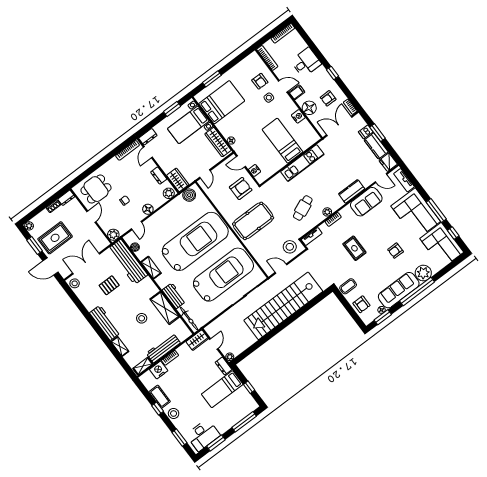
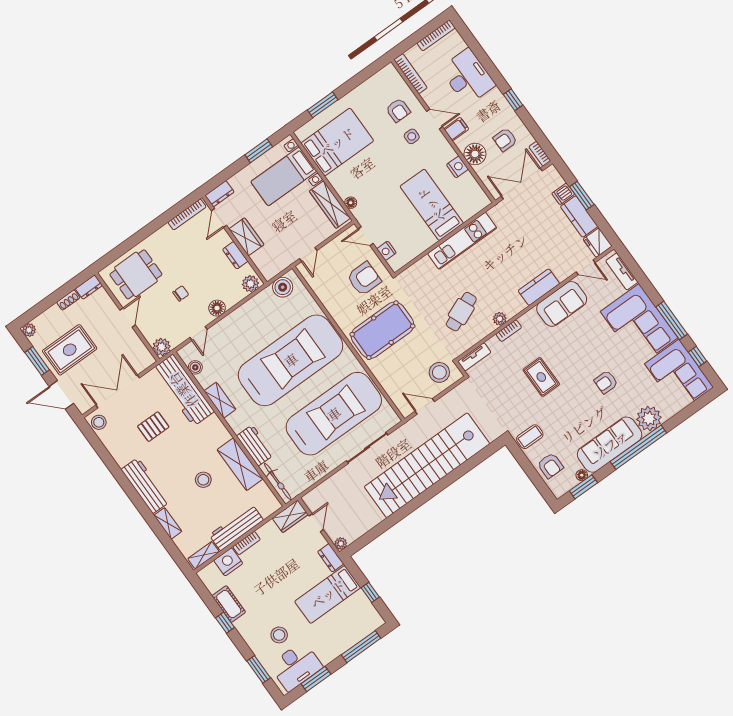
desk: (306, 62) -> (468, 77), width x1.37
wardrobe: (178, 180) -> (246, 237), moved
stool: (174, 414) -> (279, 635), moved

